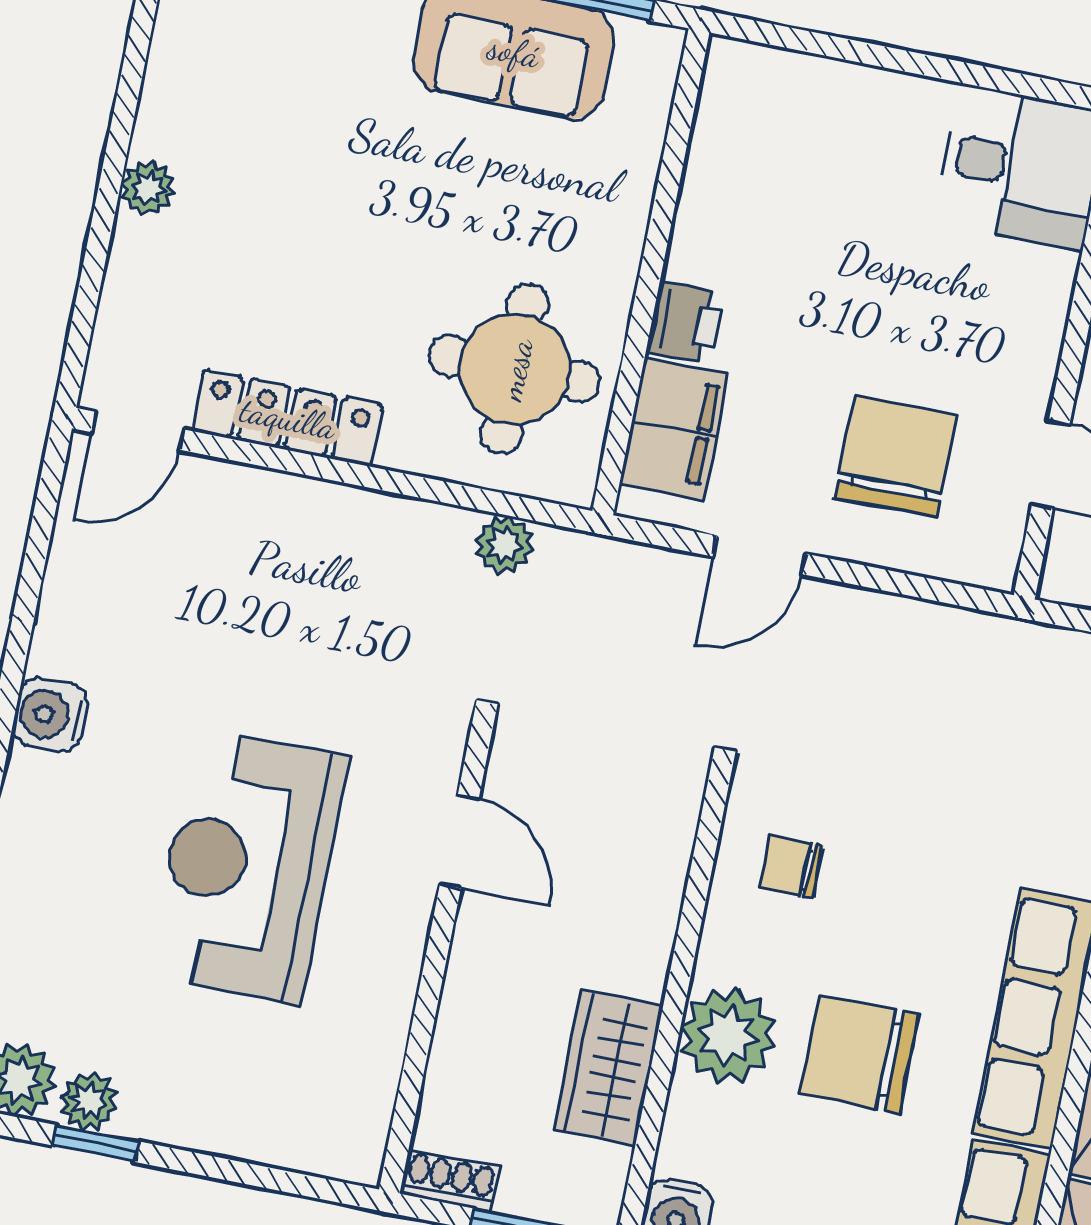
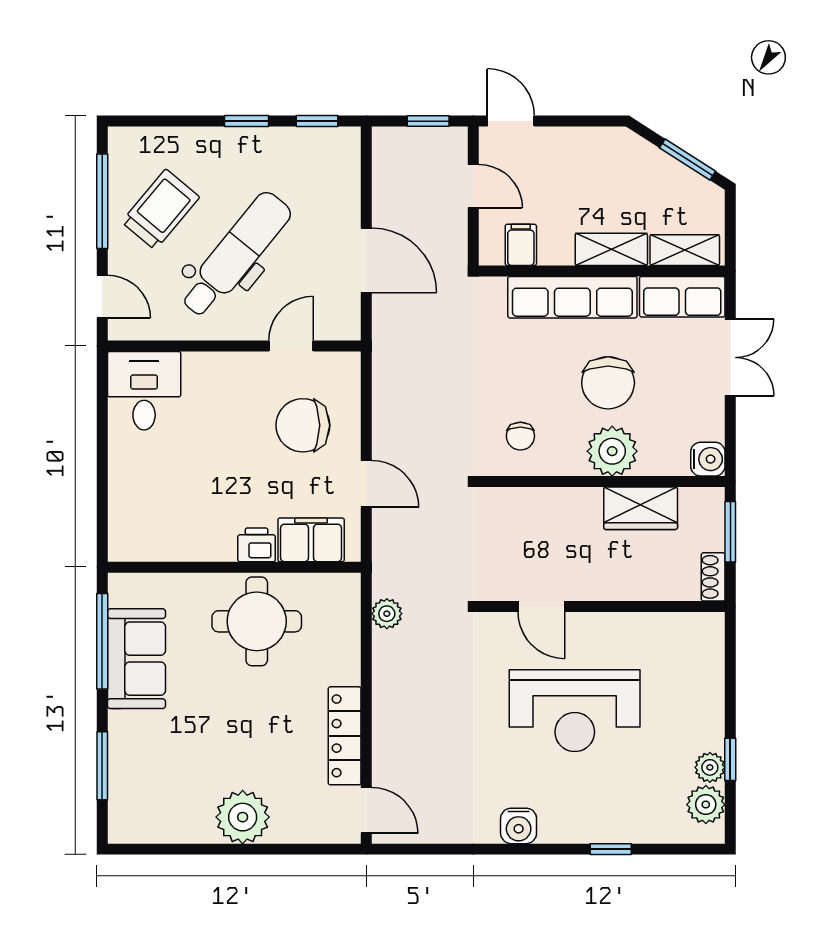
plant: (148, 188) -> (243, 817), width x1.88, depth x1.88
round table: (515, 369) -> (257, 621), moved
door: (459, 842) -> (541, 606), swing flipped

